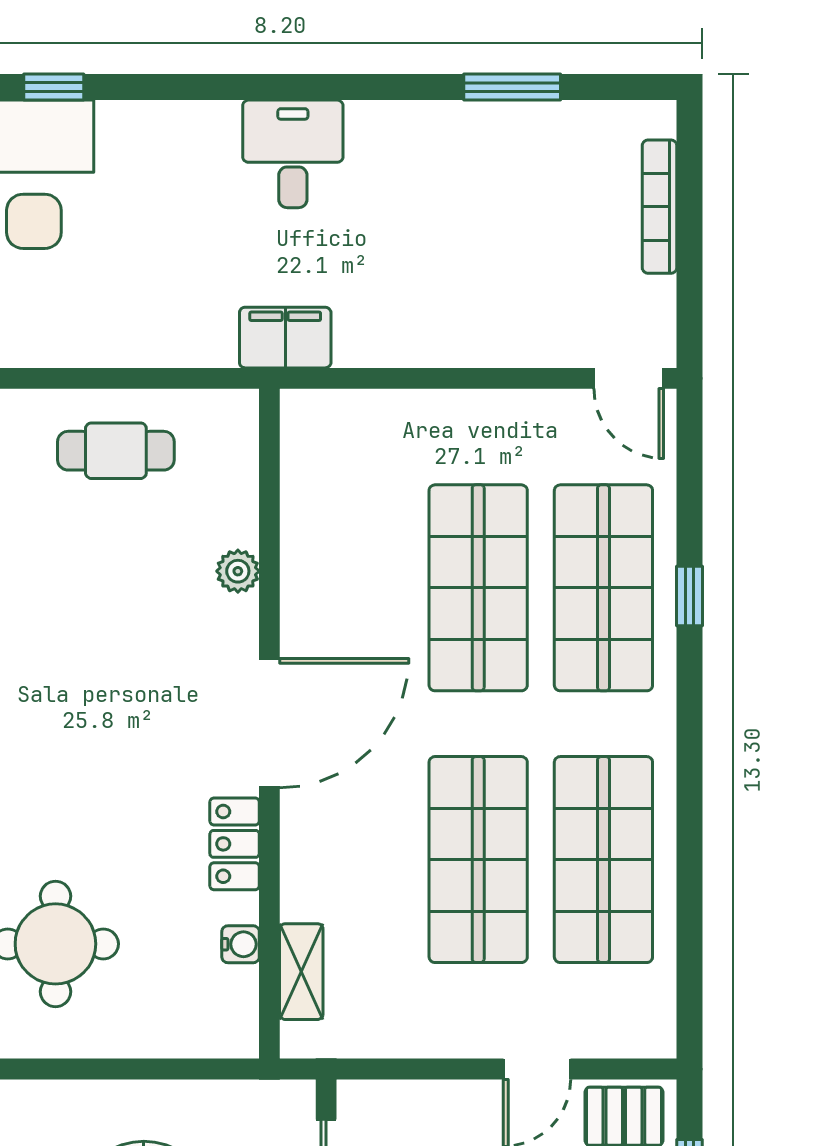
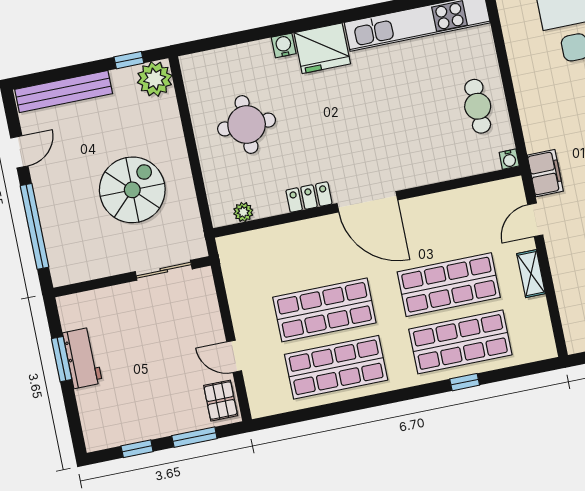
door: (629, 378) -> (535, 220), moved
plant: (238, 571) -> (243, 212), moved
water cooler: (241, 944) -> (509, 159), moved
shelving: (301, 972) -> (531, 274), moved, turned 90

